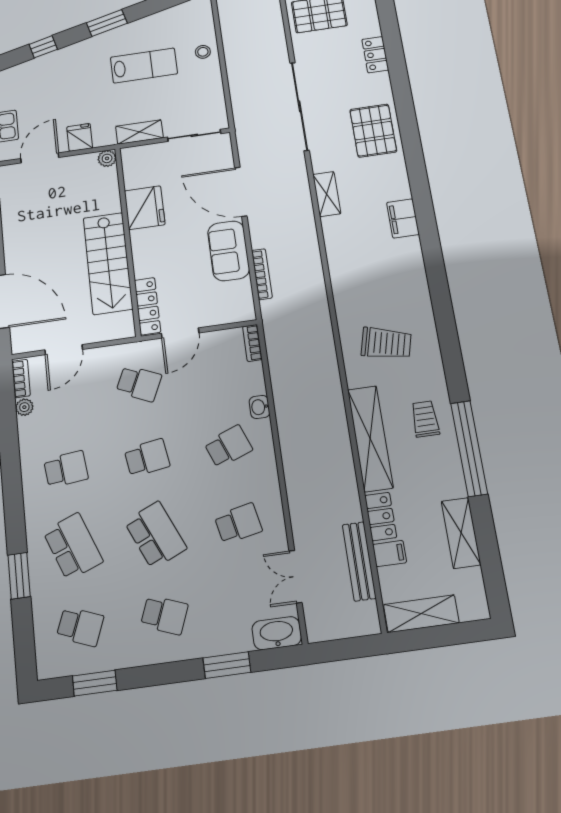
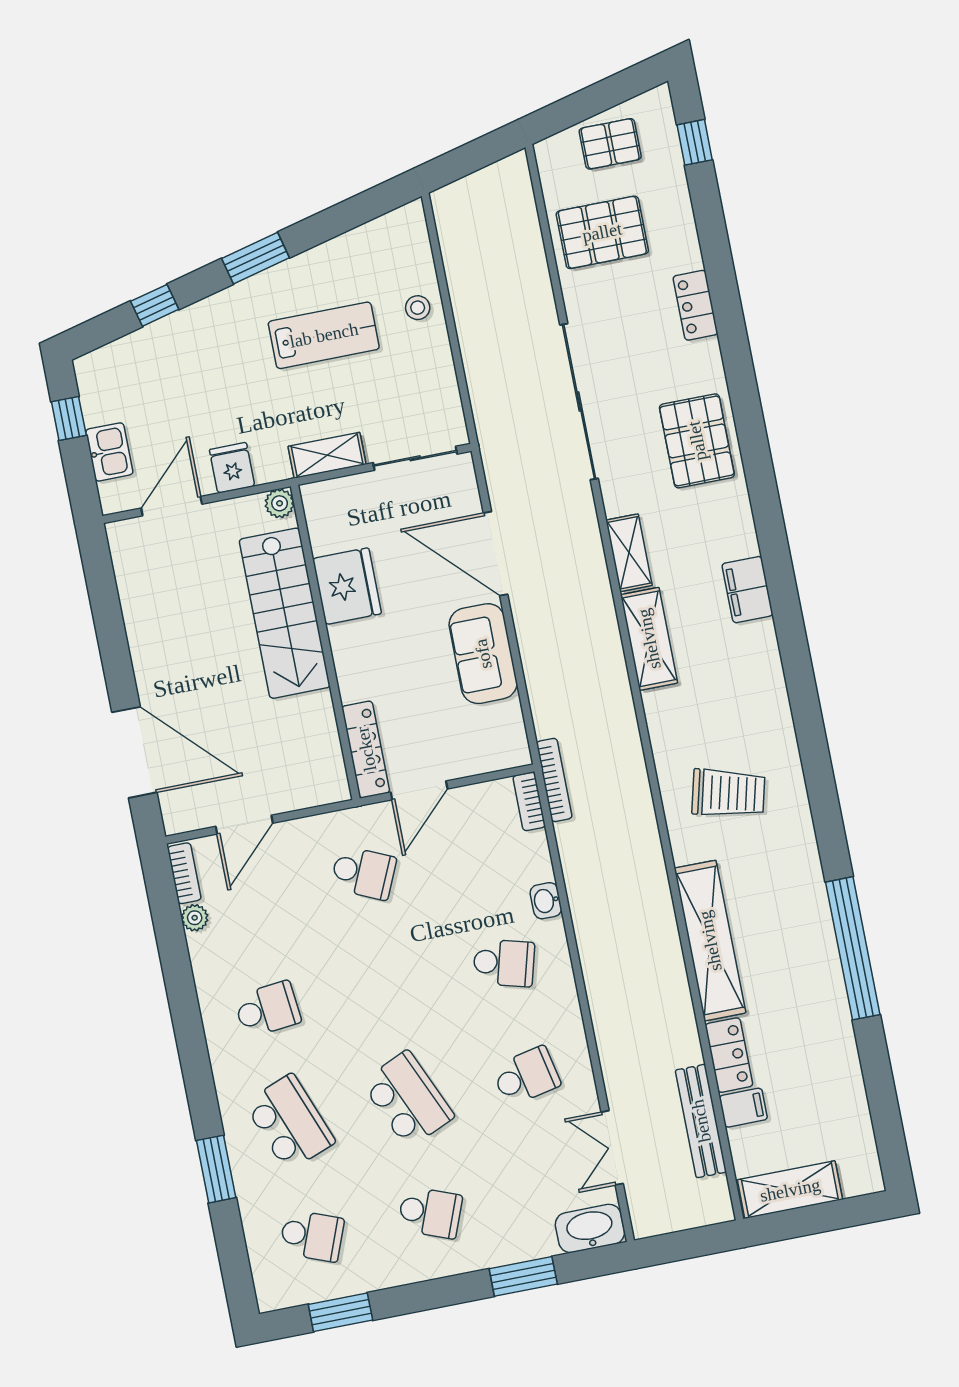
stairs: (108, 263) -> (285, 613), moved
bookcase: (262, 274) -> (554, 780), moved
trolley: (425, 419) -> (789, 907), removed
school desk: (228, 446) -> (504, 963), turned 36
school desk: (147, 458) -> (386, 986), removed
shelving: (461, 533) -> (649, 639), moved

